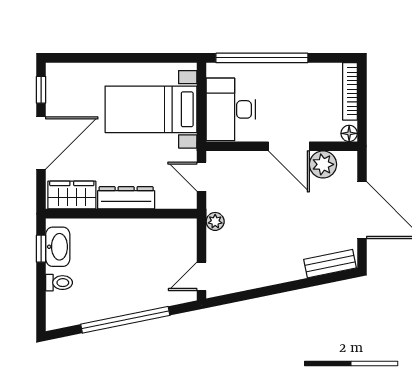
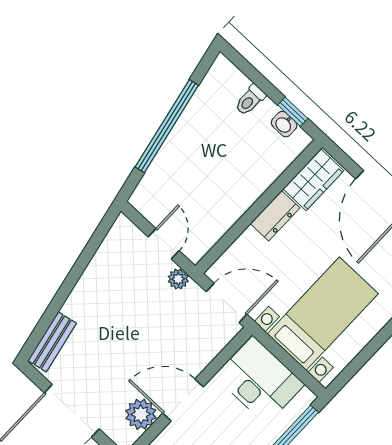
door: (202, 177) -> (227, 303), width x1.38
dresser: (126, 198) -> (275, 216), width x0.70
washbasin: (58, 247) -> (284, 124), width x0.52, depth x0.69
door: (202, 276) -> (164, 244), moved

